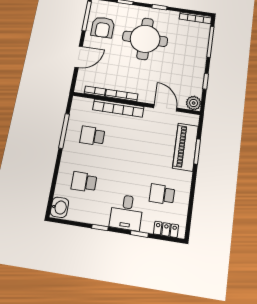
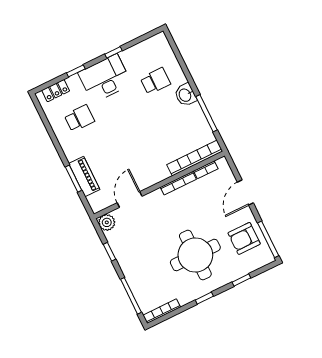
armchair: (103, 27) -> (244, 238), turned -90
bookcase: (118, 108) -> (195, 158), moved
door: (165, 108) -> (130, 200), swing flipped
school desk: (92, 136) -> (178, 127), removed
piano: (185, 147) -> (84, 177), width x0.73, depth x0.75
washbasin: (59, 207) -> (185, 95), moved
desk: (126, 212) -> (105, 78), width x1.37

